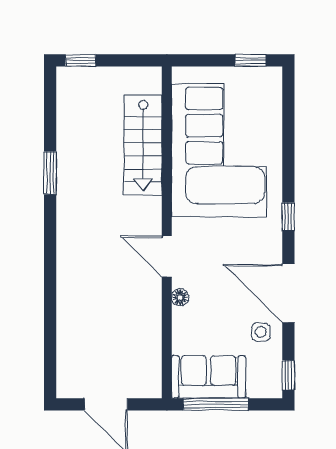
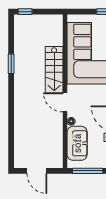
stairs: (143, 145) -> (54, 70), moved
sofa: (209, 377) -> (77, 143), moved, turned 90

